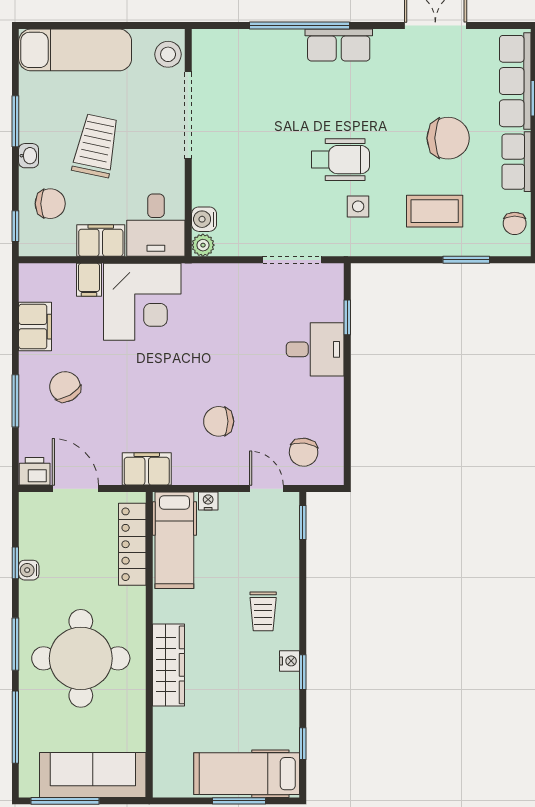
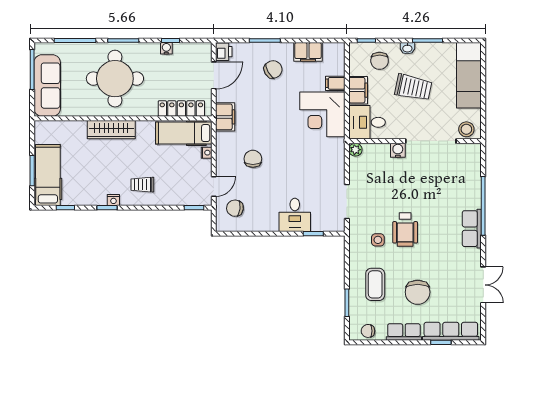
water cooler: (204, 219) -> (398, 150), moved

